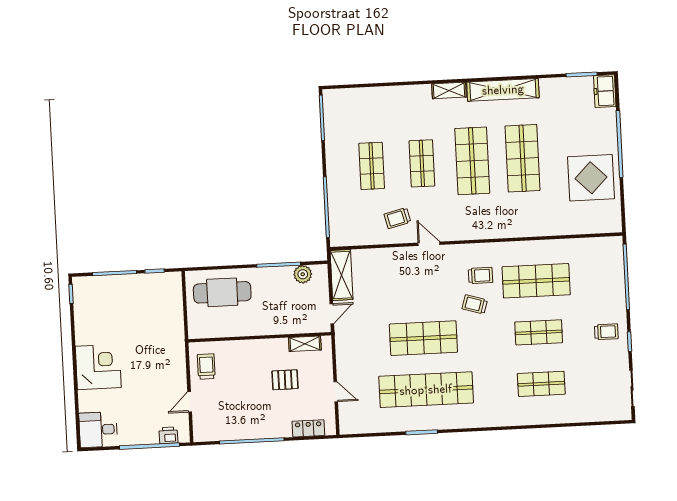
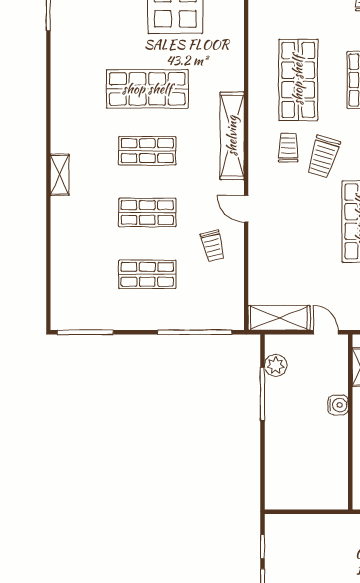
shelving: (503, 90) -> (232, 136), moved
shop shelf: (472, 161) -> (147, 151), width x0.70, depth x0.74
door: (429, 244) -> (246, 209), hinge flipped
cafe table: (222, 292) -> (293, 465), removed
trolley: (475, 304) -> (323, 157), width x1.36, depth x1.39
water cooler: (273, 327) -> (338, 405), added

